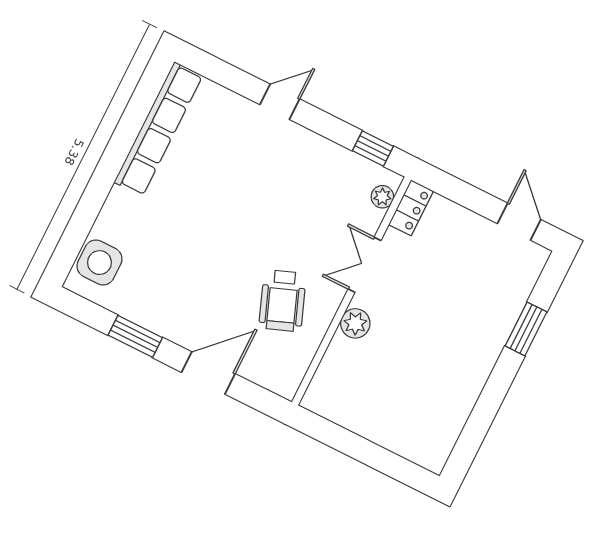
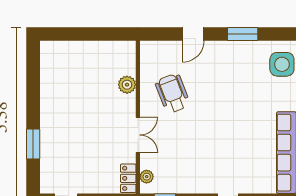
plant: (355, 323) -> (127, 85), moved
door: (208, 373) -> (193, 34), width x0.73

